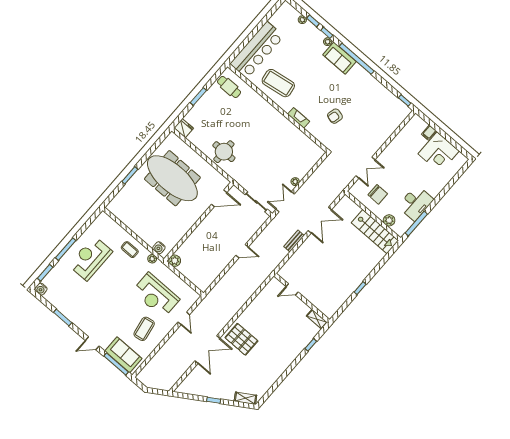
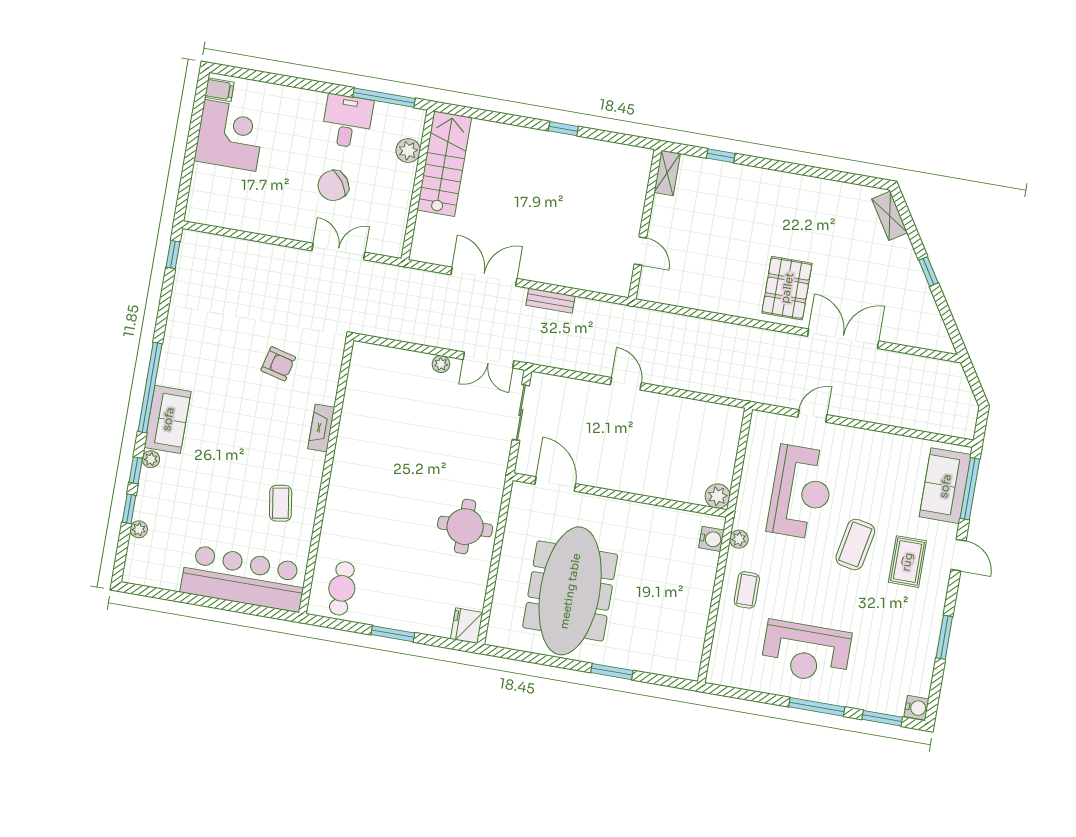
coffee table: (278, 83) -> (281, 503), width x0.54, depth x0.58
filing cabinet: (429, 133) -> (219, 90), moved
chair: (378, 194) -> (333, 186), moved, turned -126
desk: (416, 203) -> (347, 121), width x0.73
rug: (102, 321) -> (907, 562), added
coffee table: (144, 329) -> (855, 544), moved, turned -69

